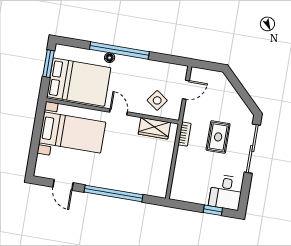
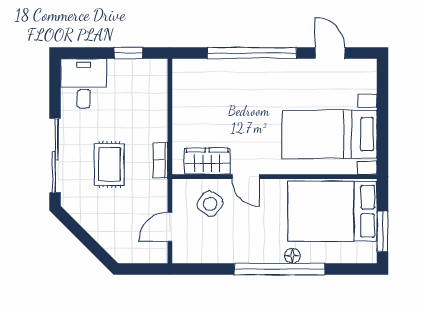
door: (119, 112) -> (246, 177), moved
window: (213, 210) -> (128, 53), moved

